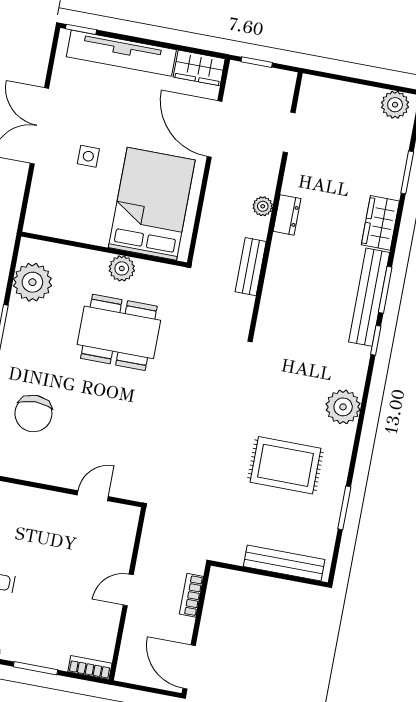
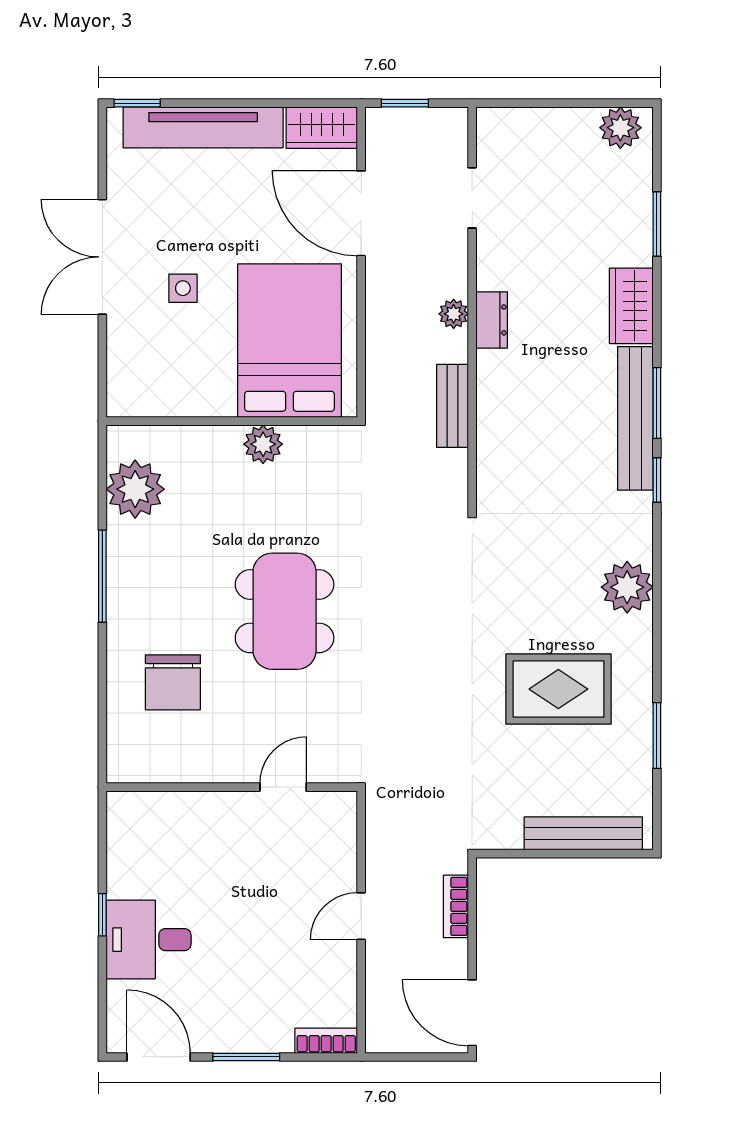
dining table: (119, 332) -> (285, 611), moved, turned 90

